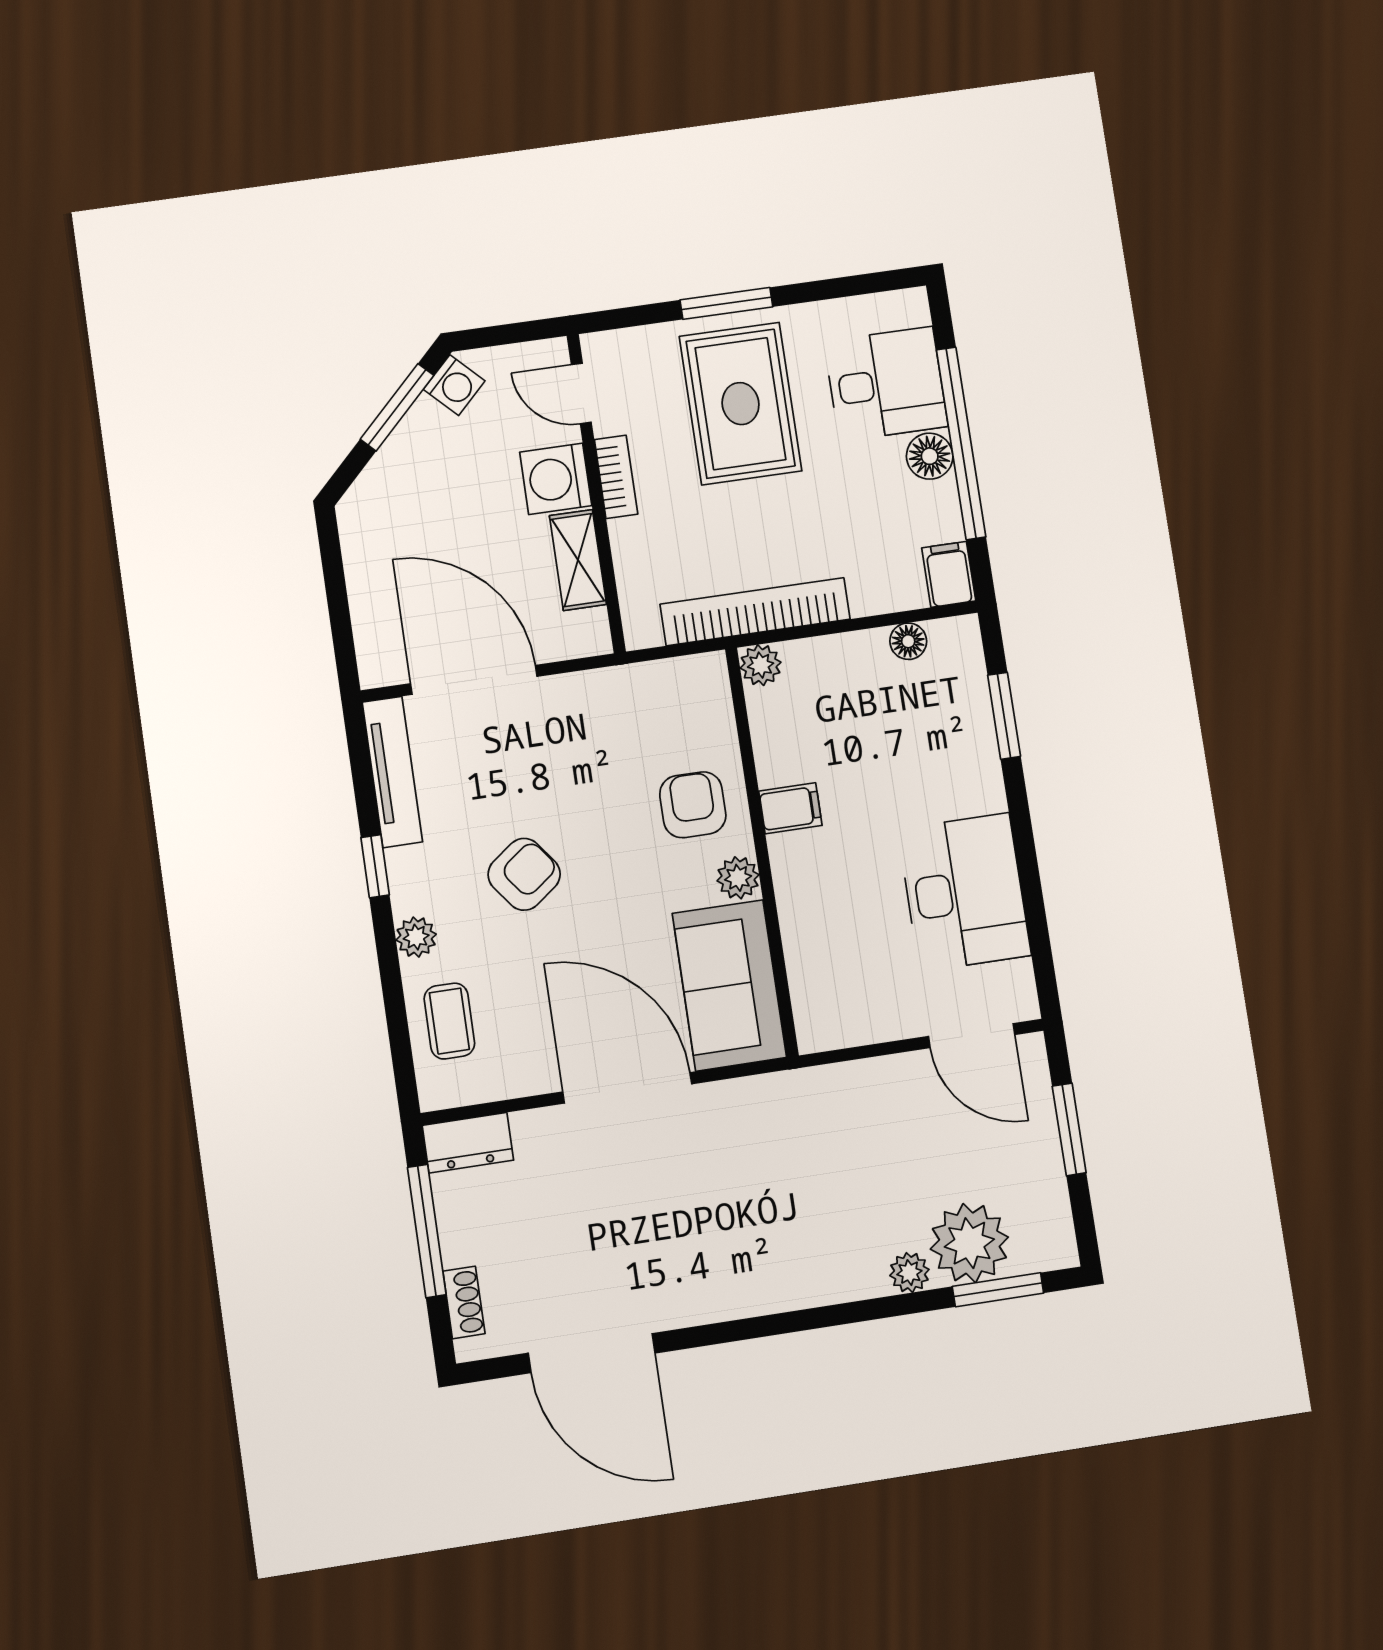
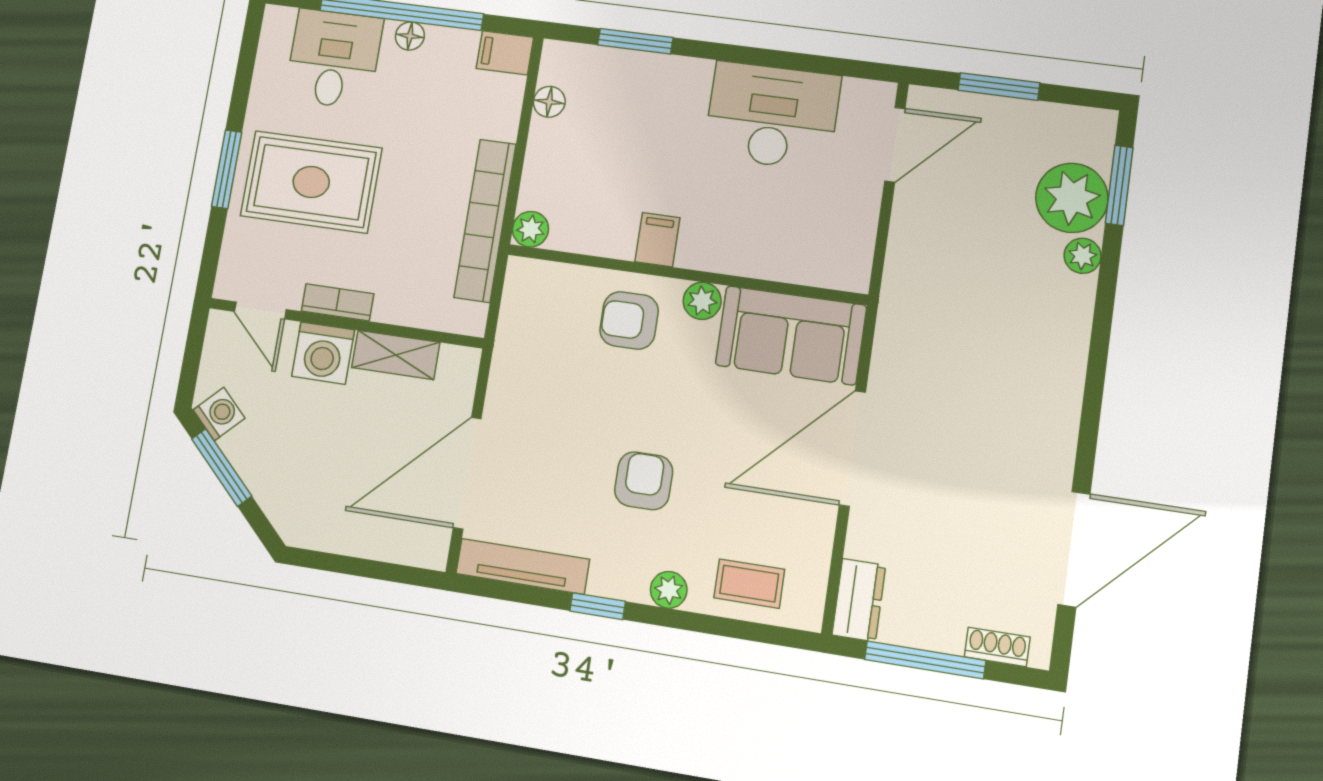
door: (581, 393) -> (260, 310), hinge flipped
floor lamp: (930, 456) -> (410, 36), width x0.73, depth x0.73
armchair: (524, 874) -> (644, 481), turned 37

